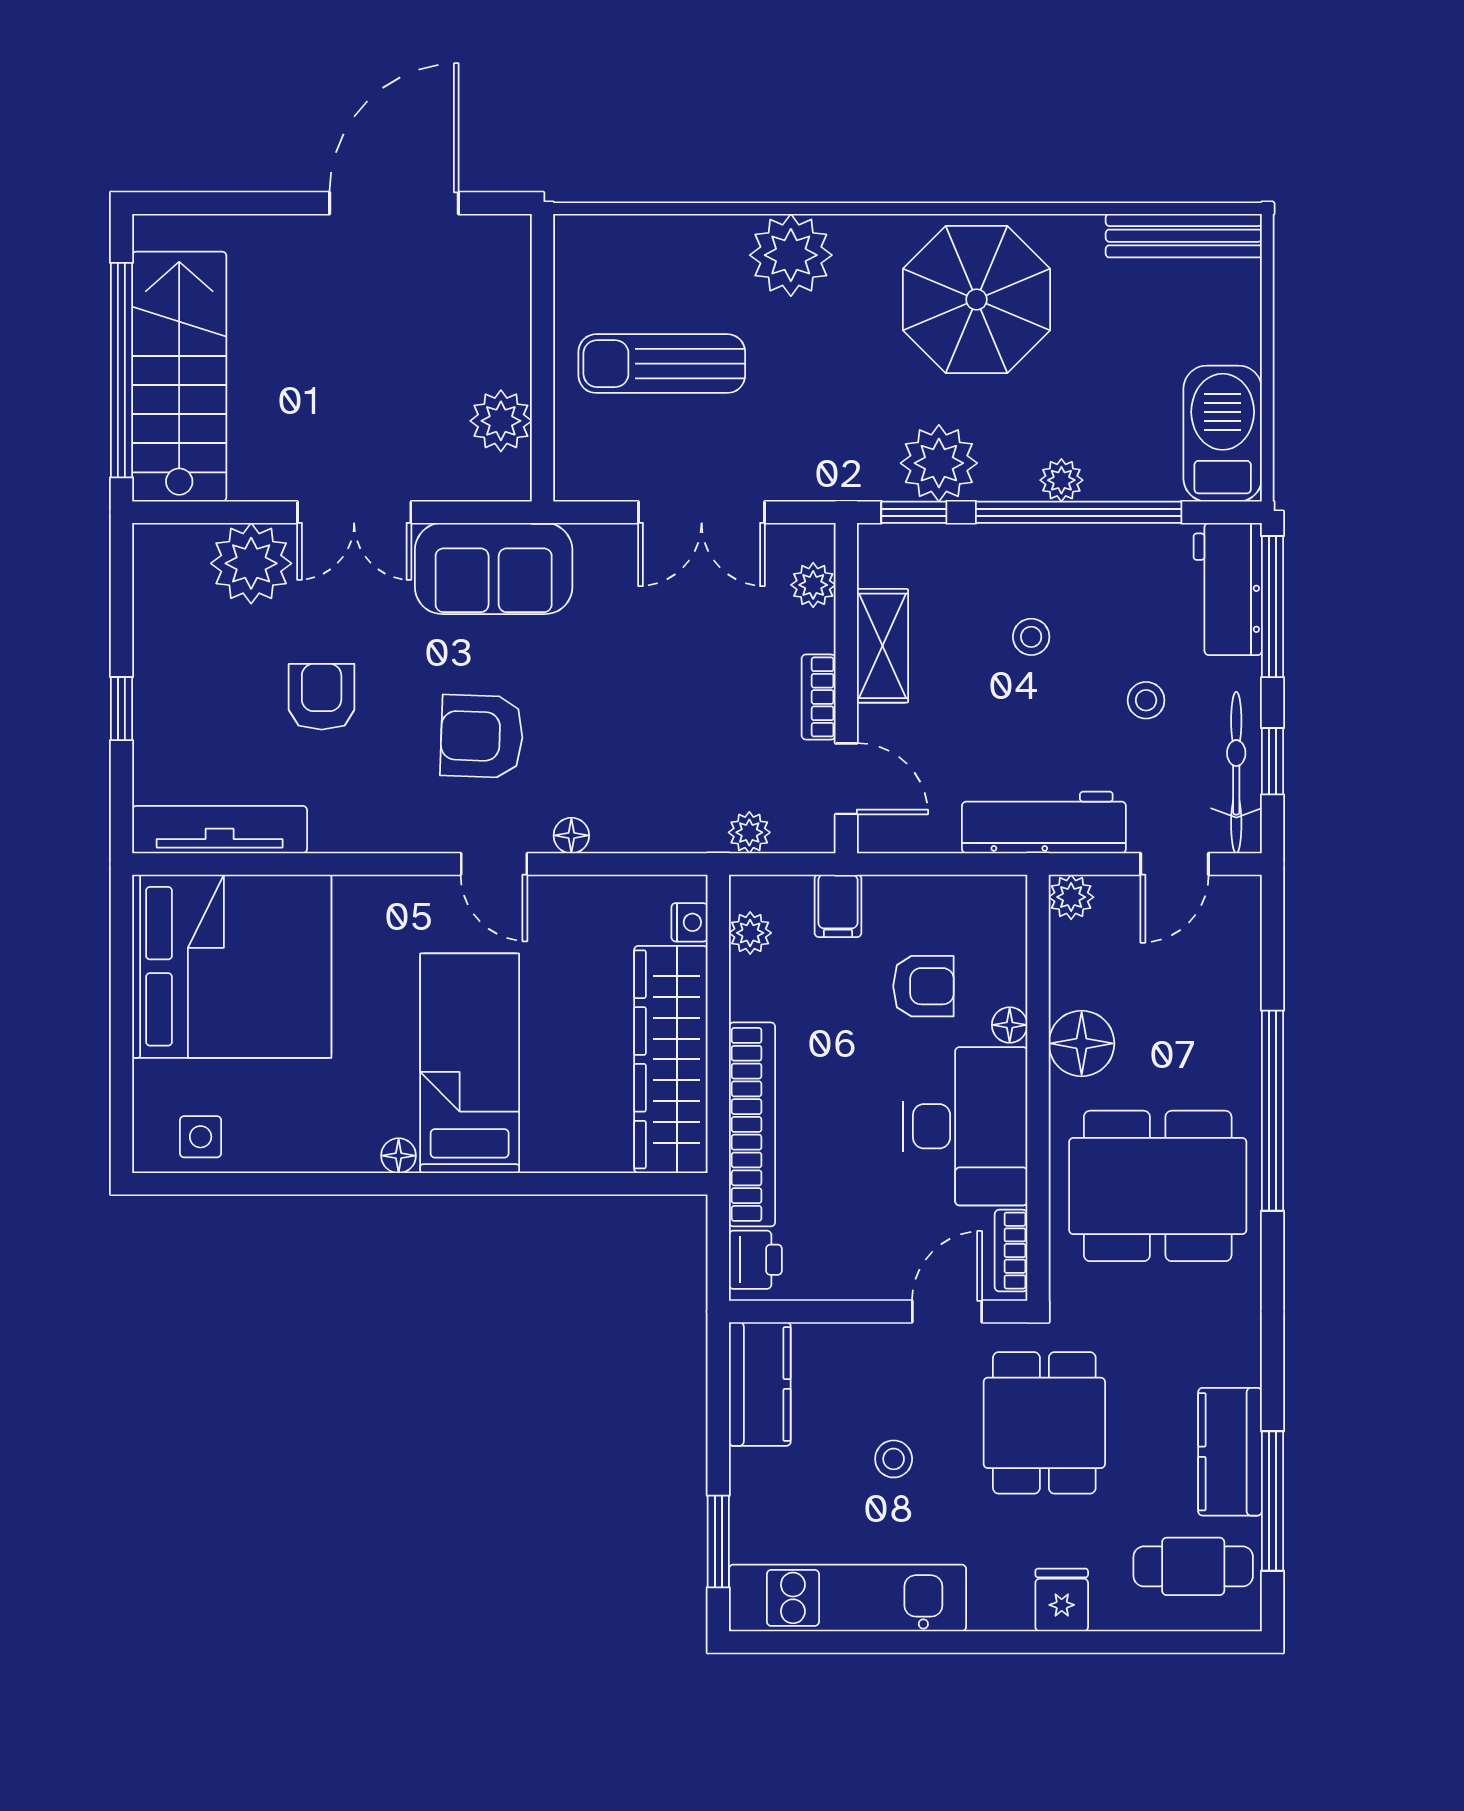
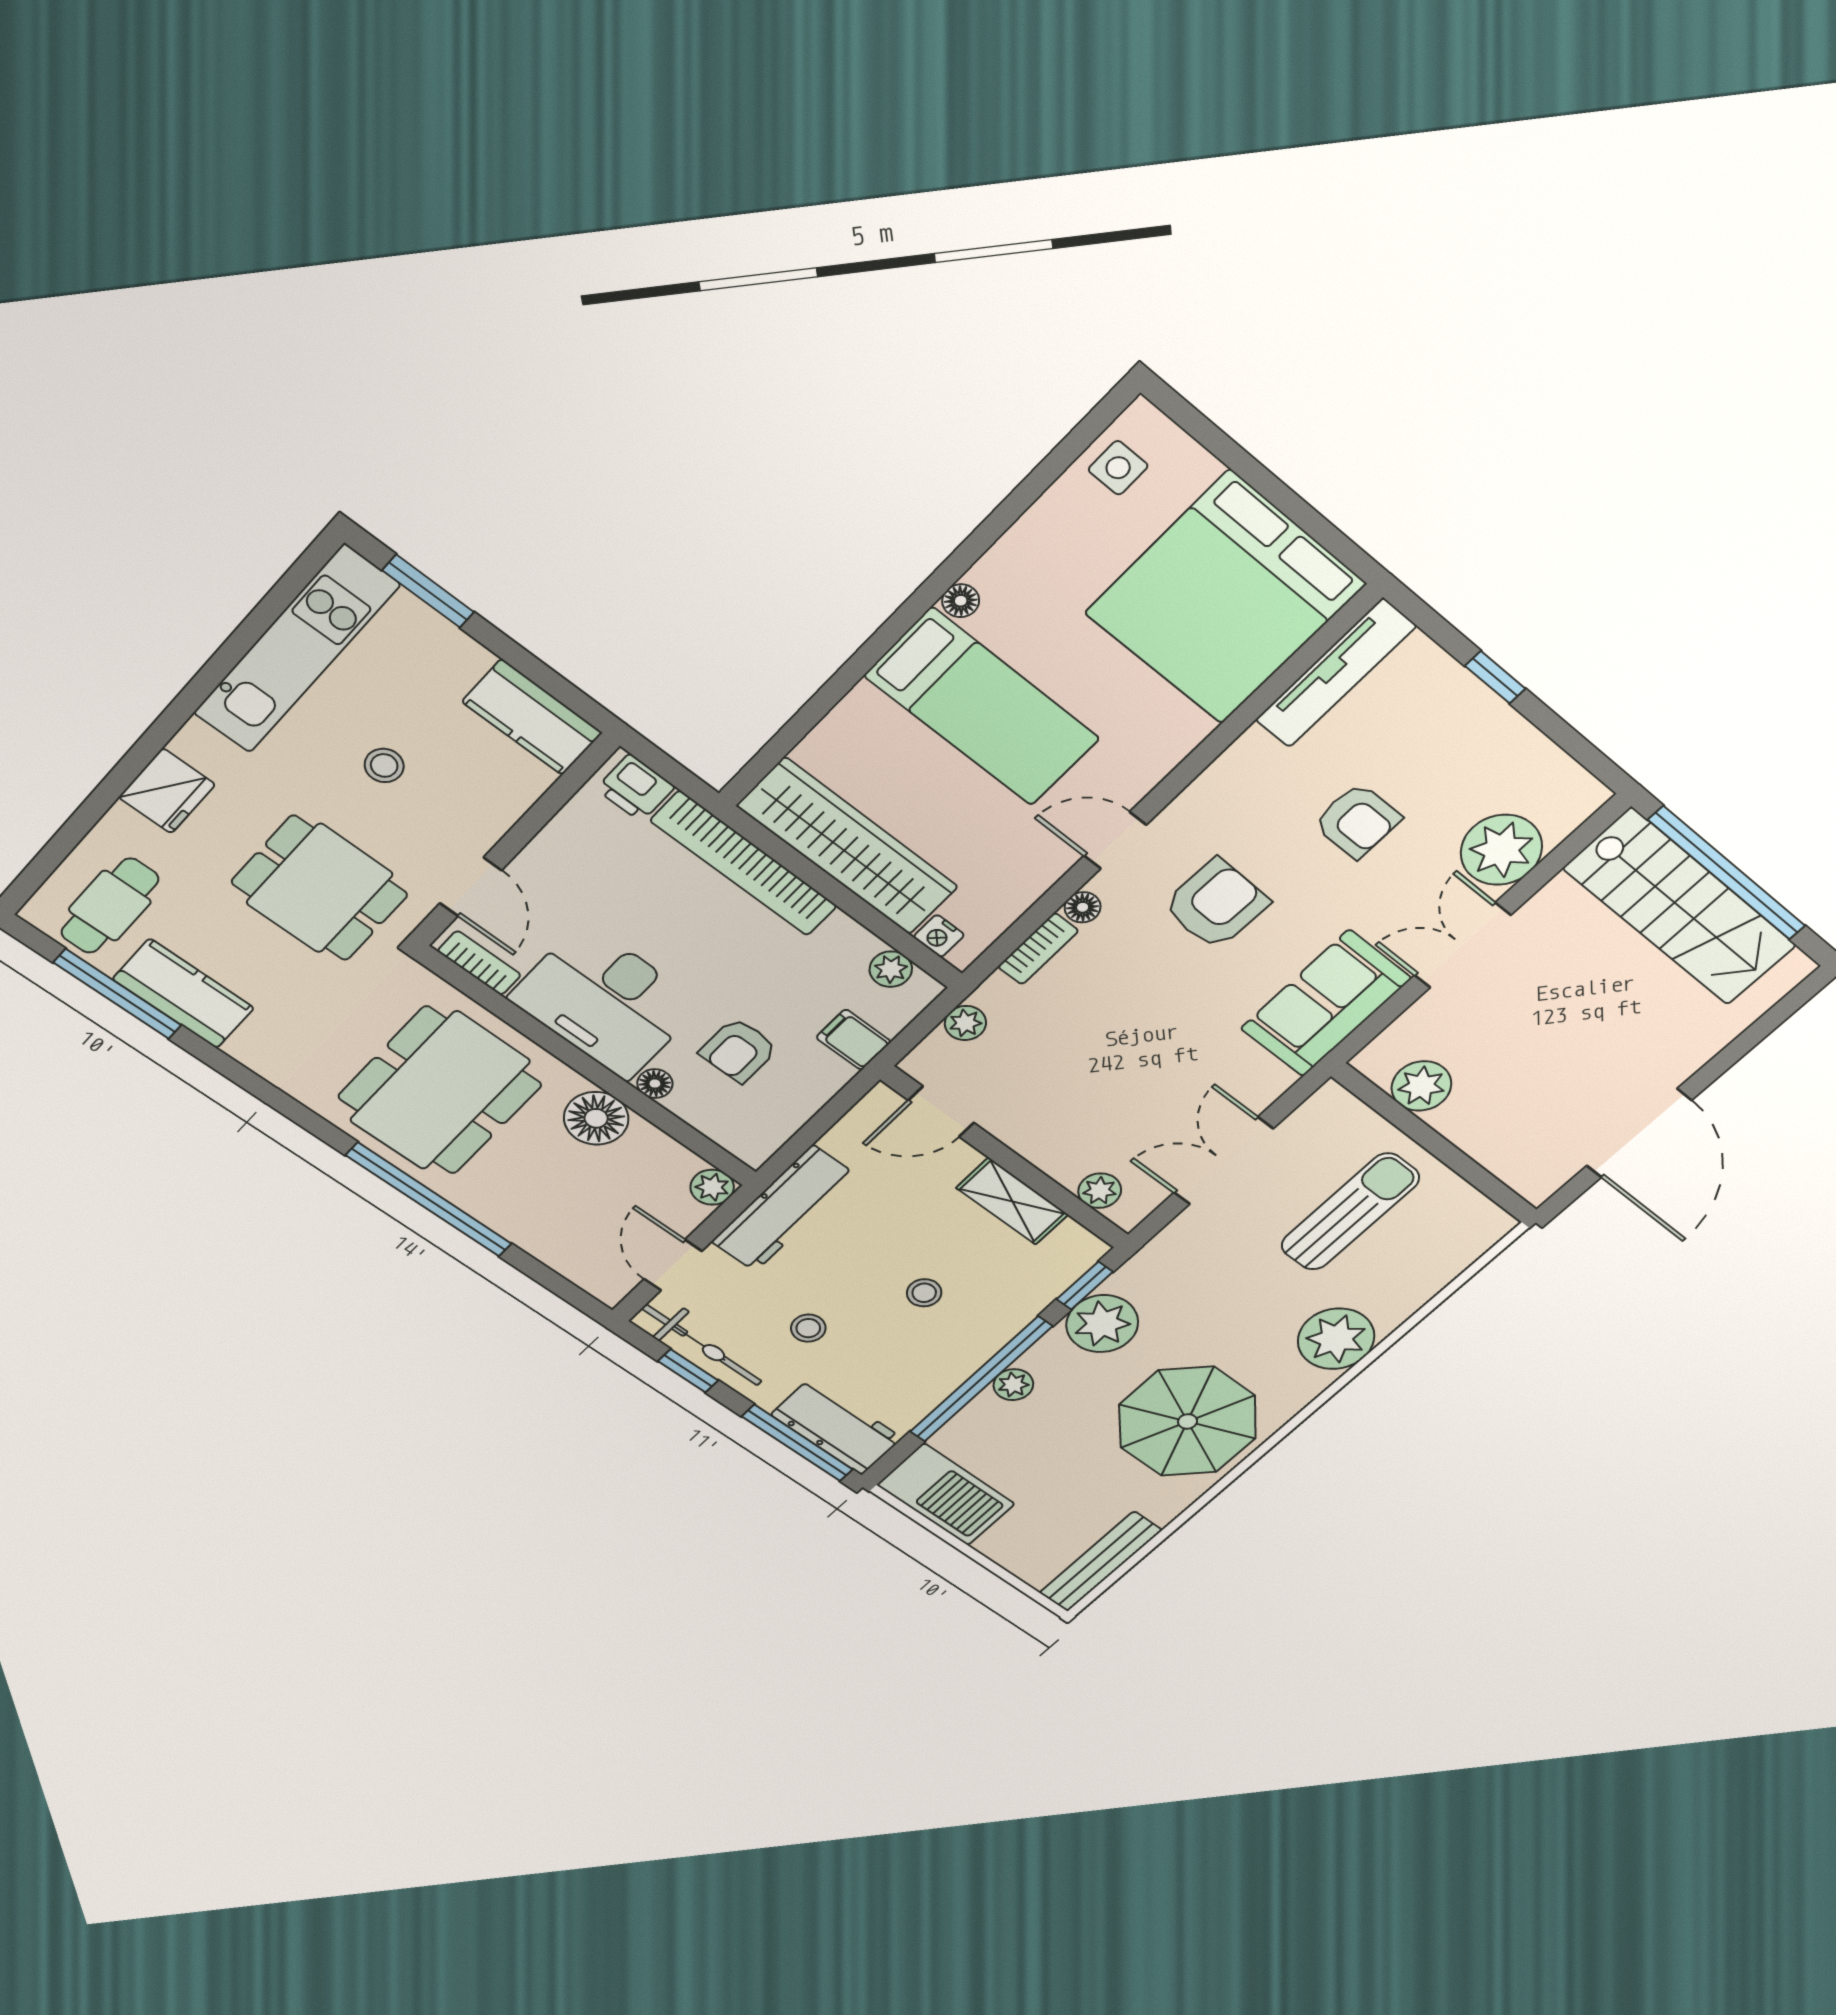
bookcase: (819, 697) -> (1038, 949), moved, turned 90
fridge: (1062, 1600) -> (167, 791), width x1.38

